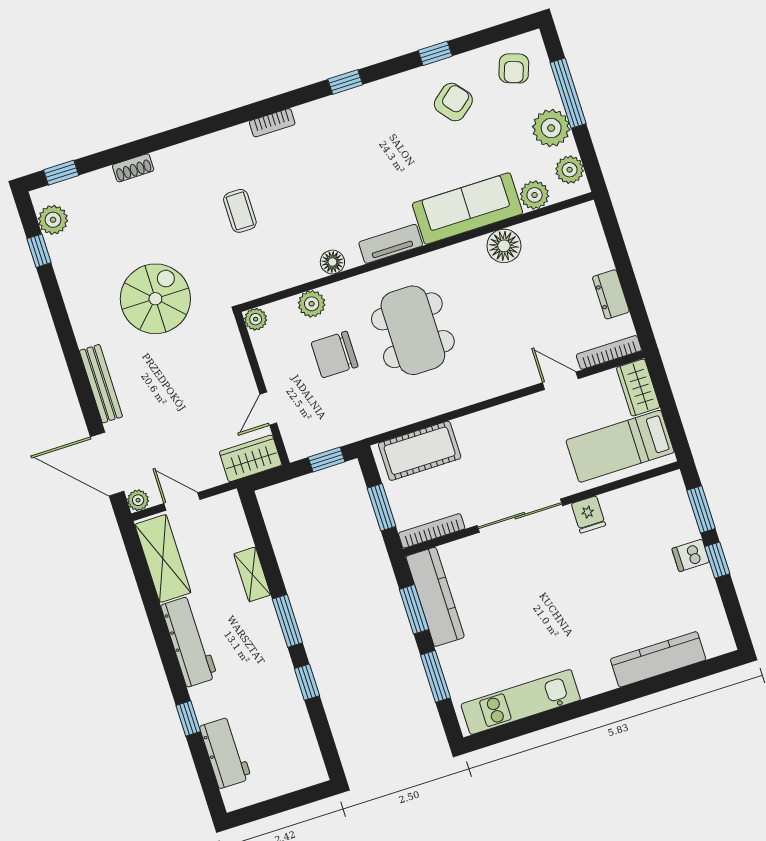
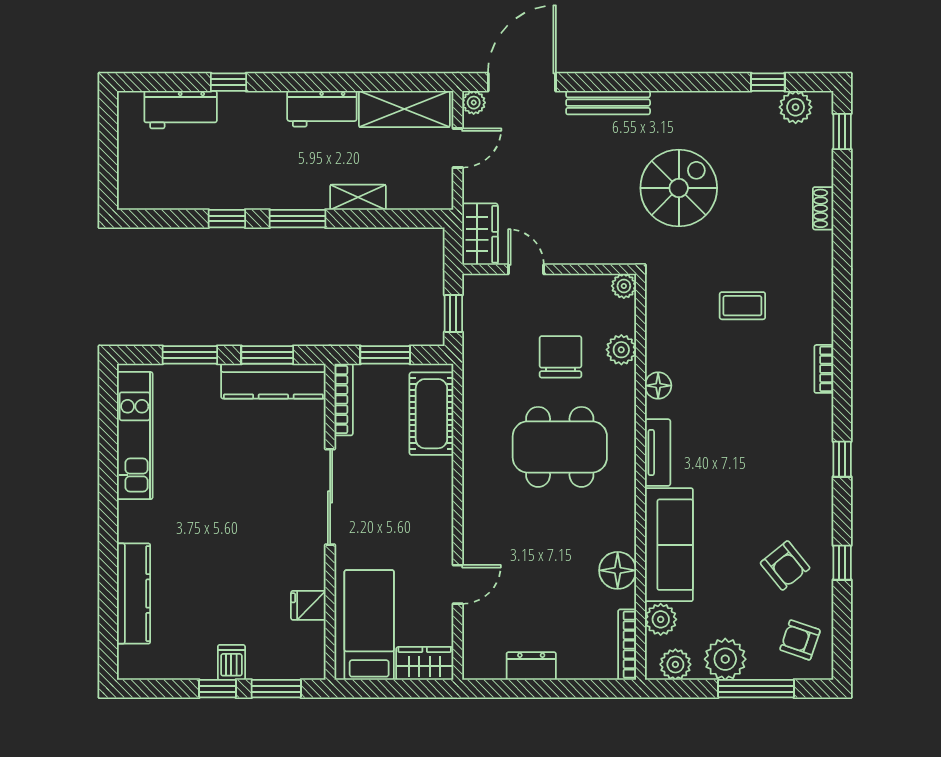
spiral stairs: (155, 299) -> (679, 188), turned -90
bookcase: (609, 352) -> (627, 645), moved, turned 180
fridge: (588, 514) -> (308, 605), moved
workbench: (189, 641) -> (322, 109), width x0.73

